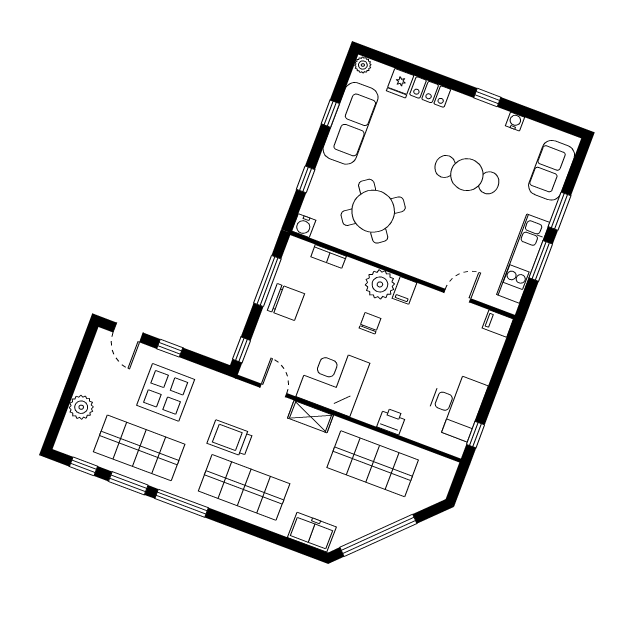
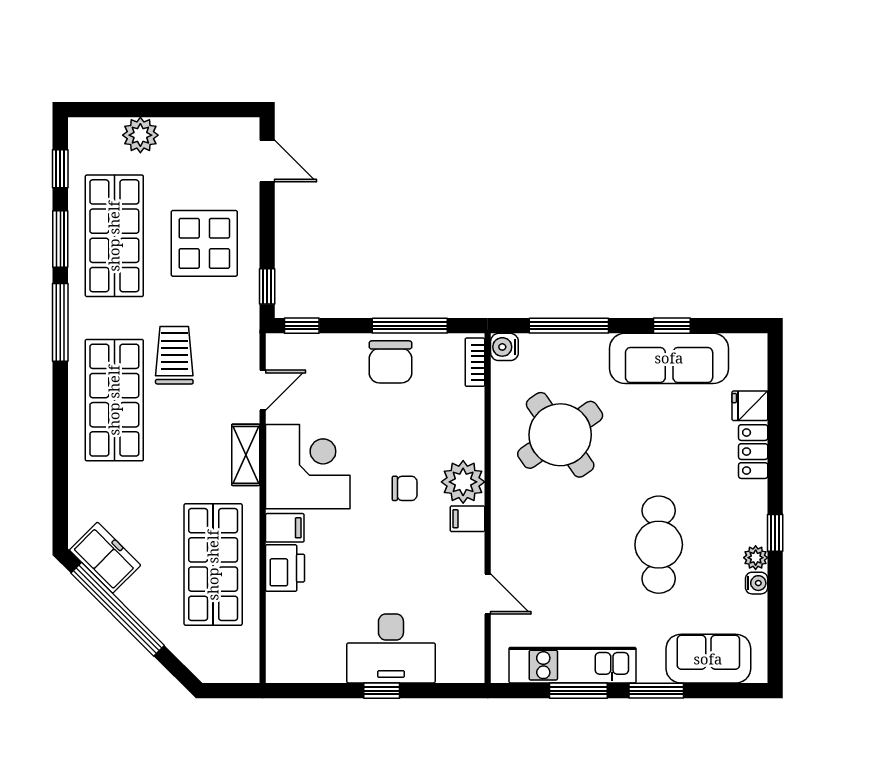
plant: (363, 65) -> (756, 558), moved
window: (306, 179) -> (569, 326), width x2.17
bookcase: (329, 256) -> (475, 362), moved
filing cabinet: (498, 323) -> (285, 528), moved, turned 90
door: (128, 332) -> (267, 161), swing flipped
window: (170, 348) -> (267, 286), moved
desk: (456, 406) -> (391, 648), moved
printer: (391, 421) -> (285, 568), width x1.36, depth x1.24
window: (476, 435) -> (382, 691), moved
freezer: (312, 532) -> (105, 558), moved, turned -45

